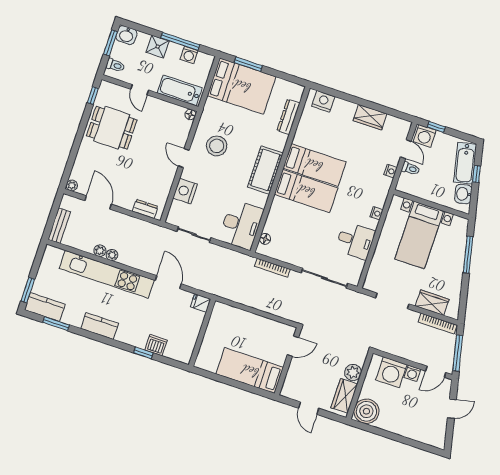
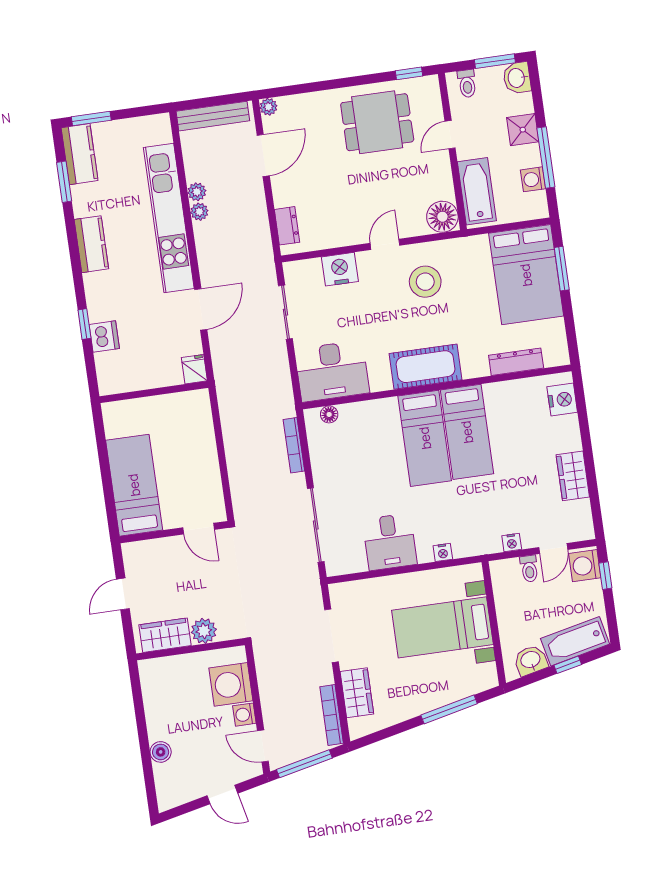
floor lamp: (190, 114) -> (442, 217), width x1.89, depth x1.89
dining table: (112, 128) -> (377, 122), turned 90
bench: (59, 226) -> (213, 116), width x1.36
boiler: (366, 411) -> (161, 752), moved, width x0.54, depth x0.54

